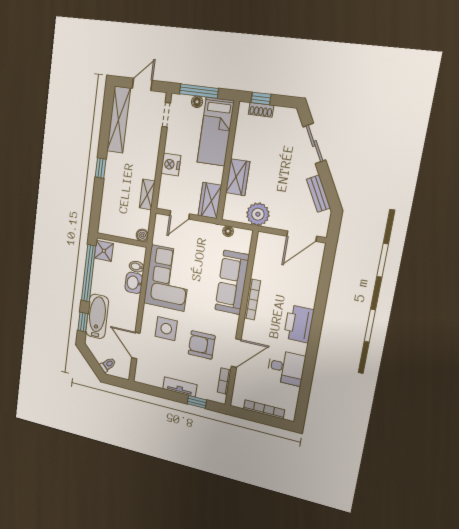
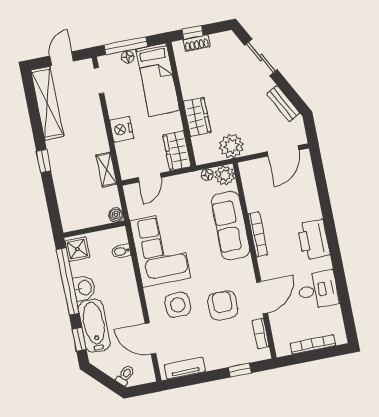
plant: (243, 238) -> (225, 175), added
washbasin: (134, 283) -> (84, 288), moved, turned 180
armchair: (202, 345) -> (223, 305), turned 90
tv unit: (180, 387) -> (185, 368), moved

